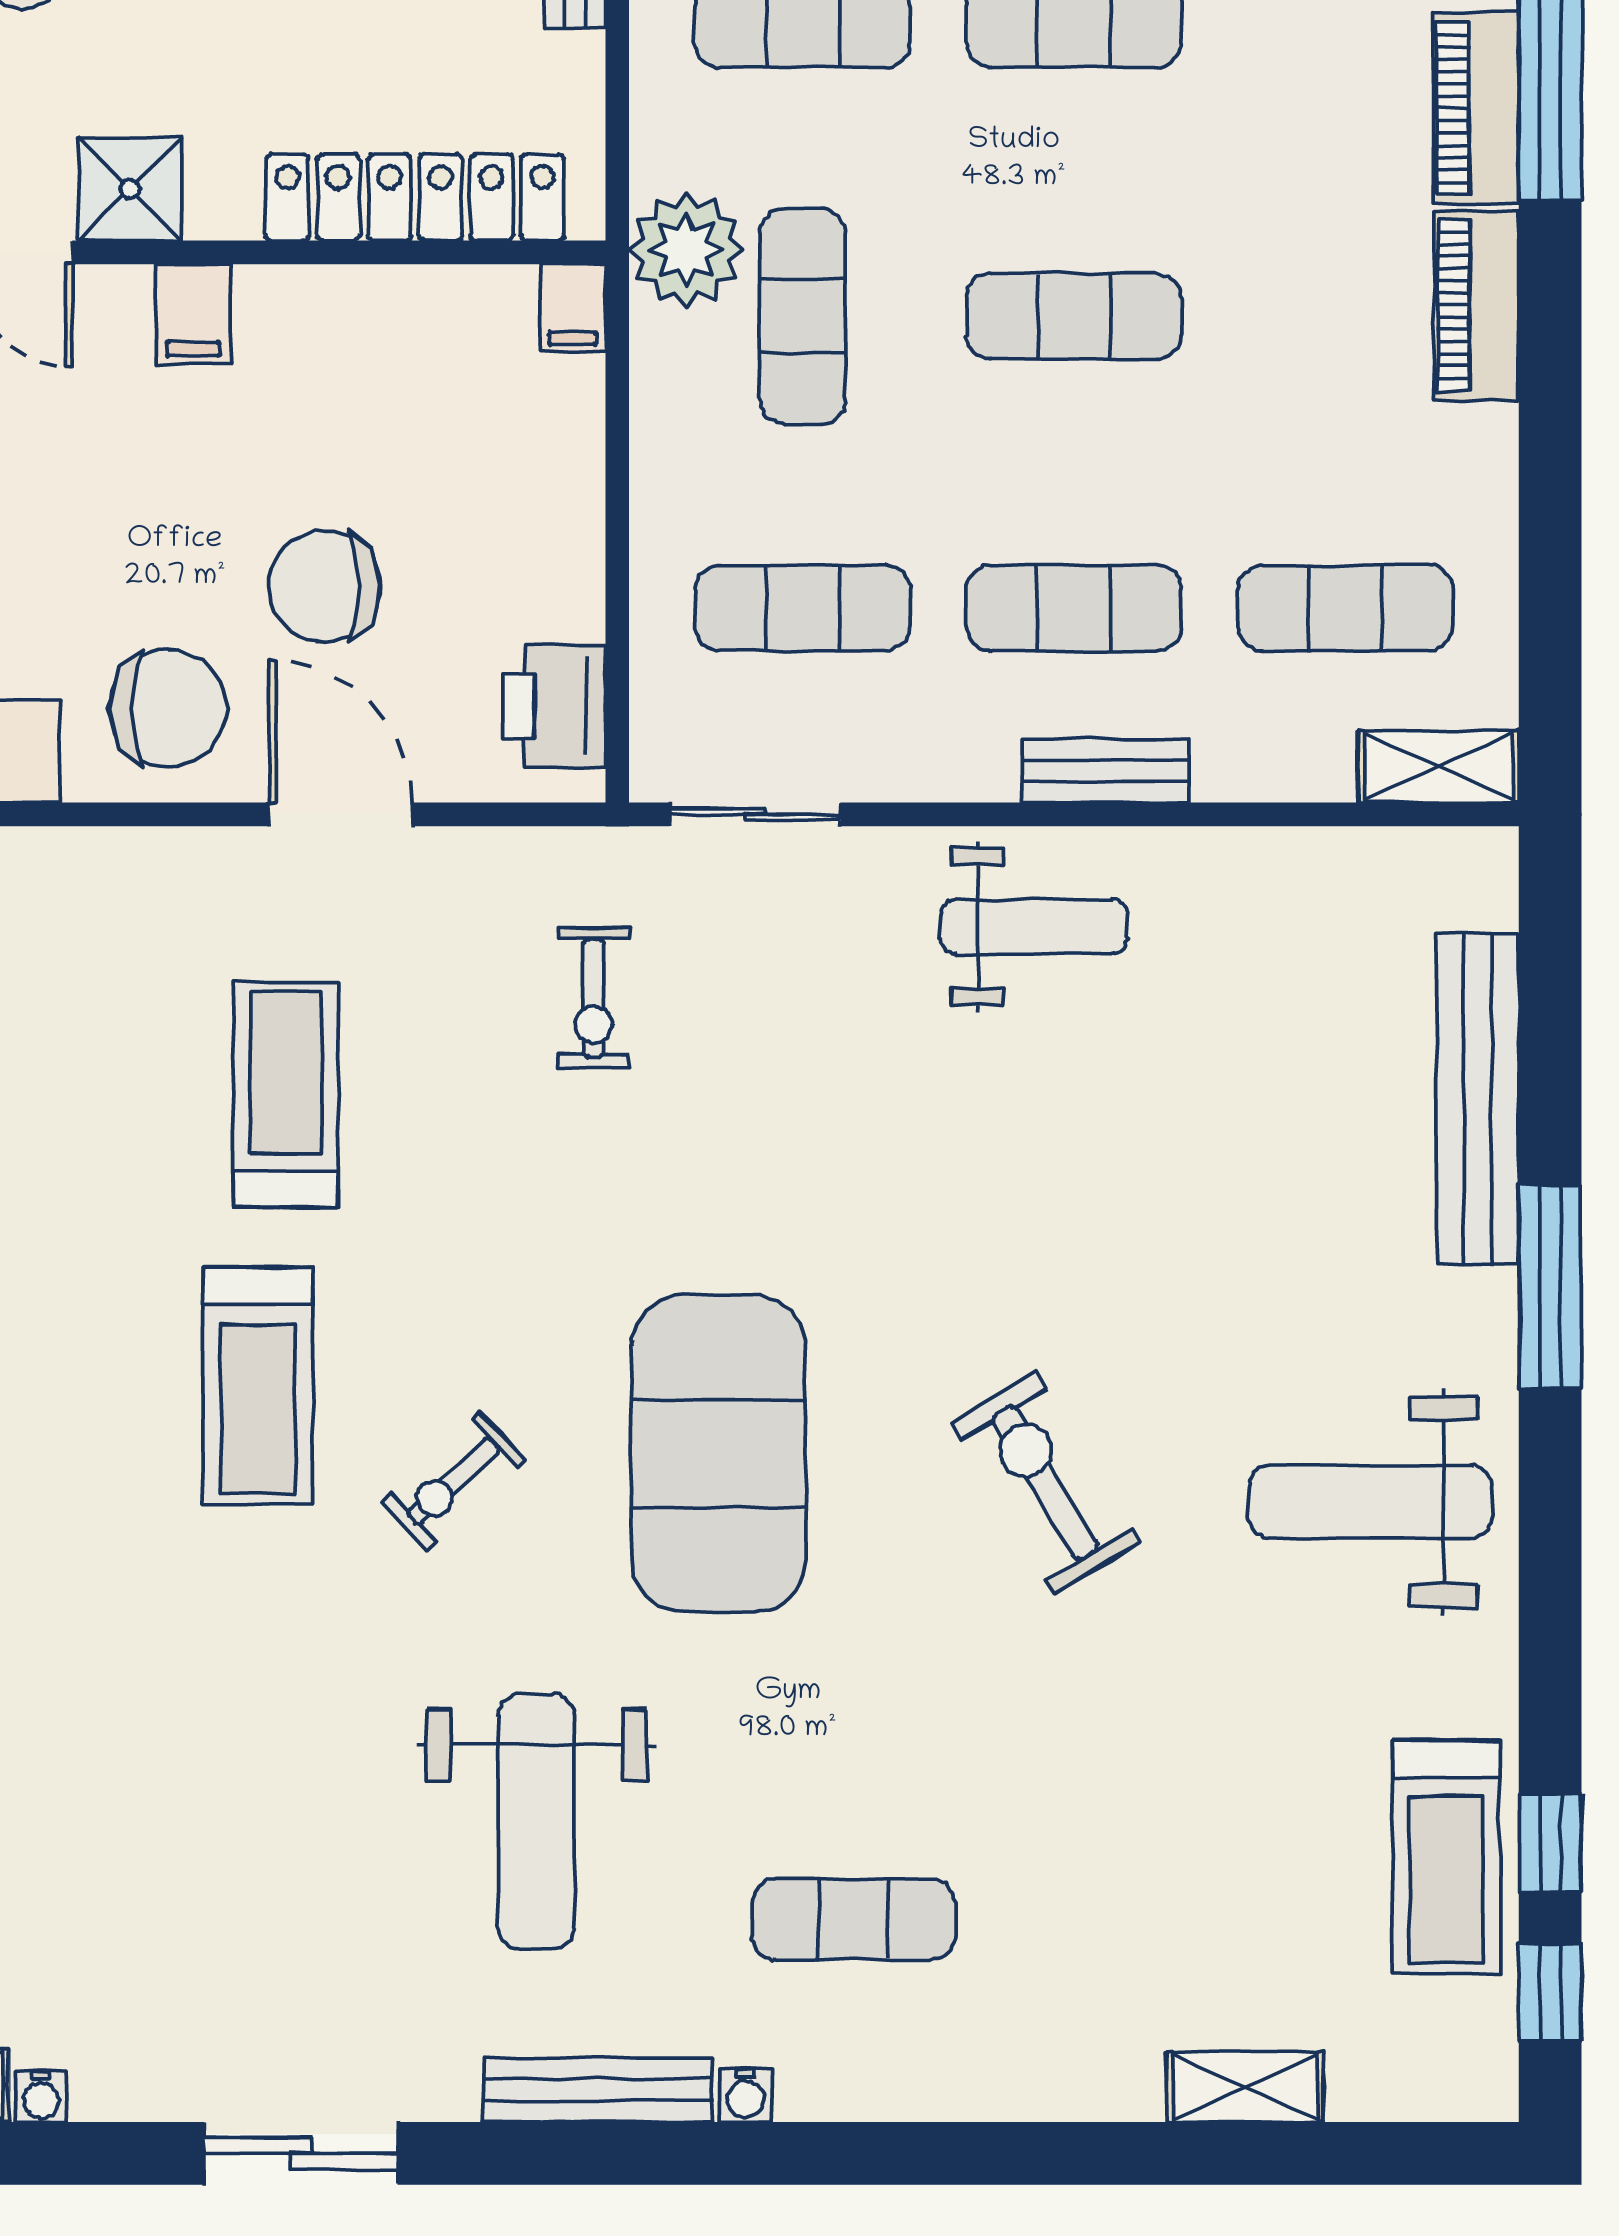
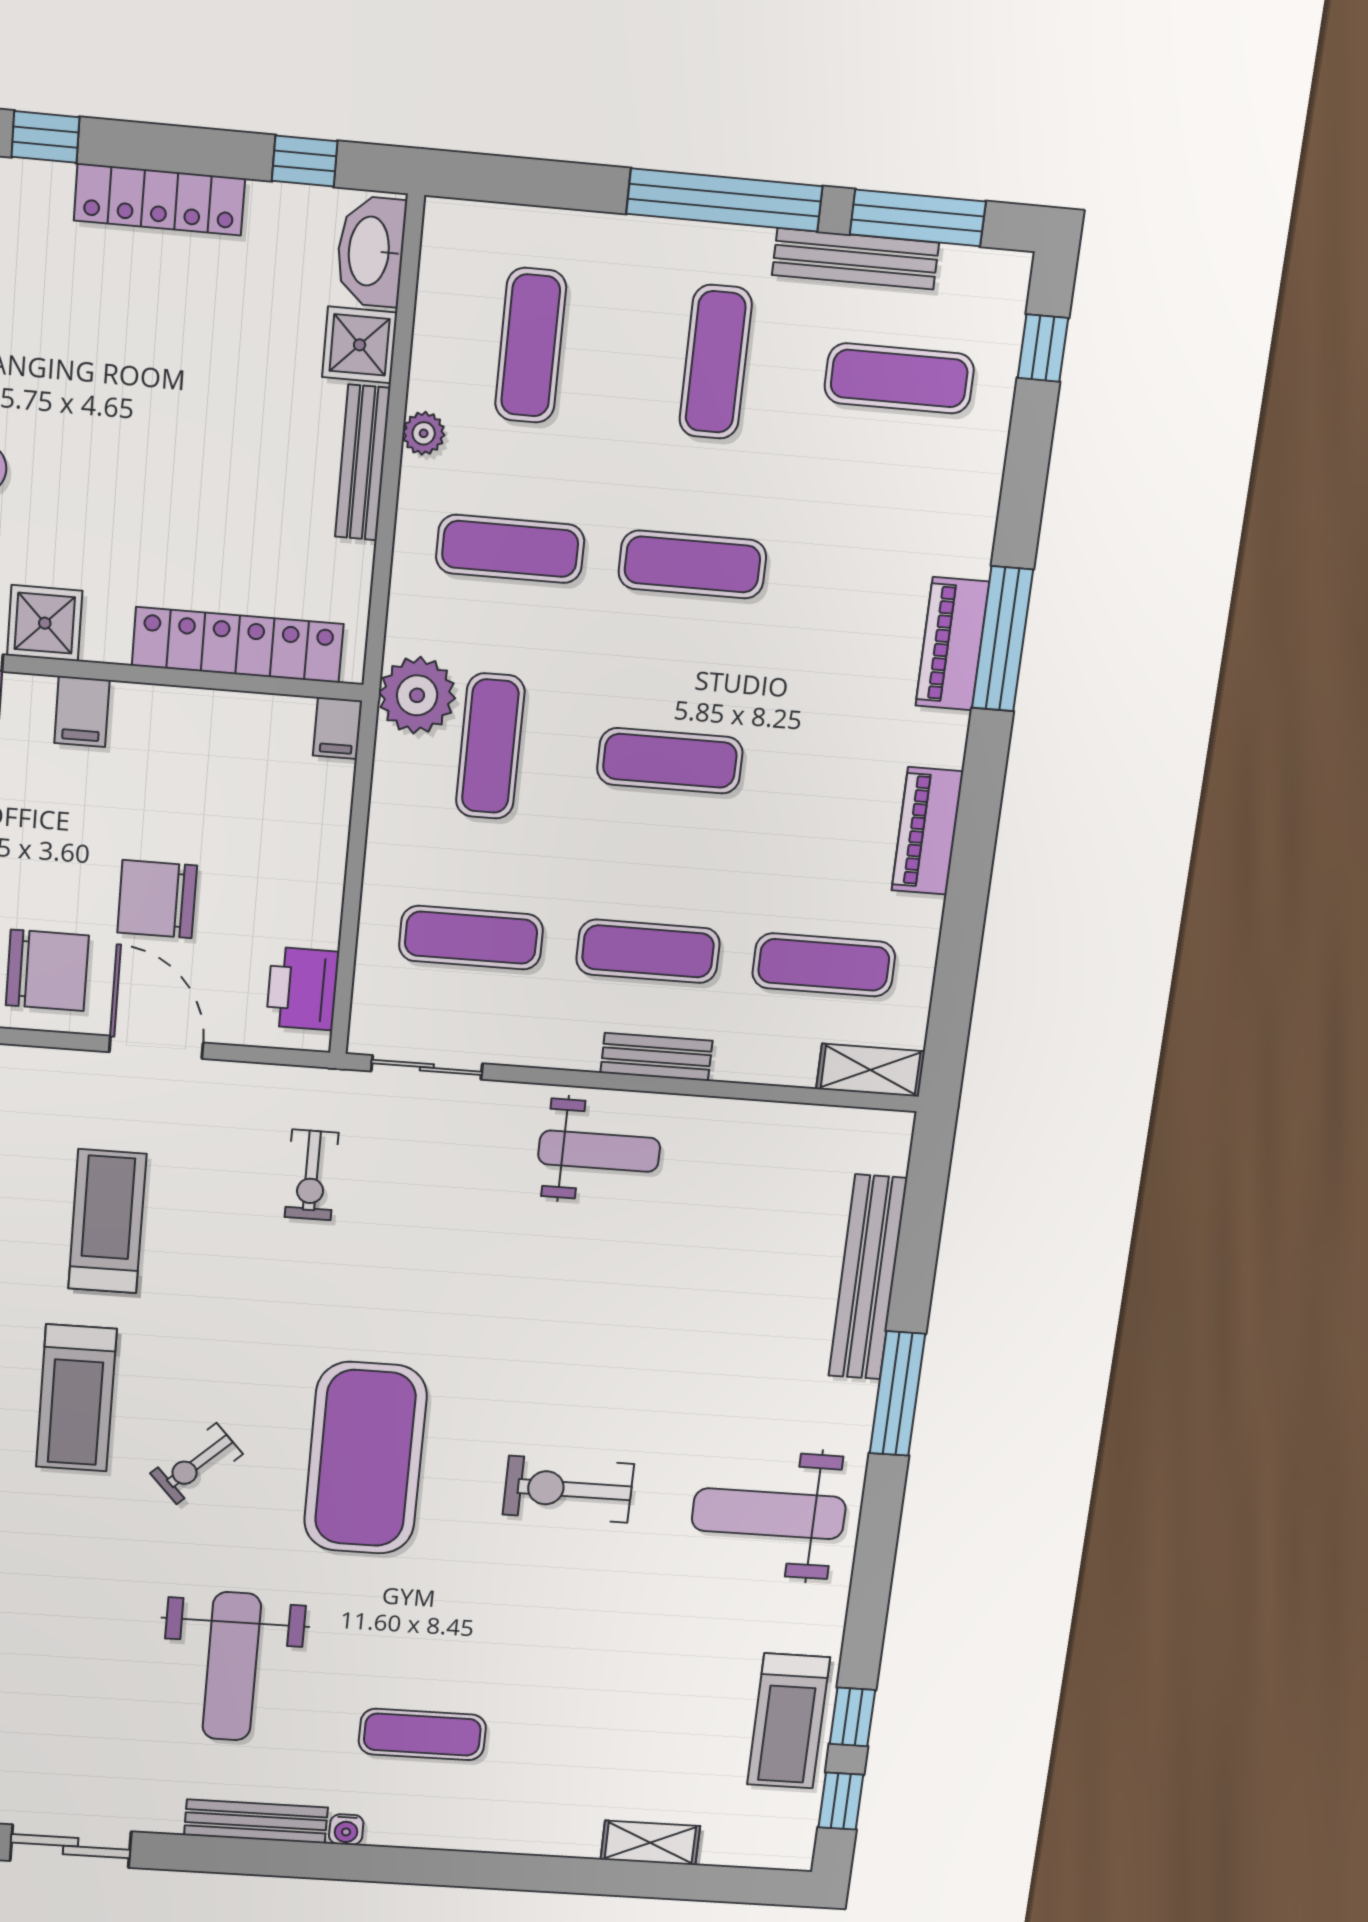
piano: (1477, 305) -> (927, 831), moved
exercise bike: (1045, 1483) -> (568, 1489), turned -59

